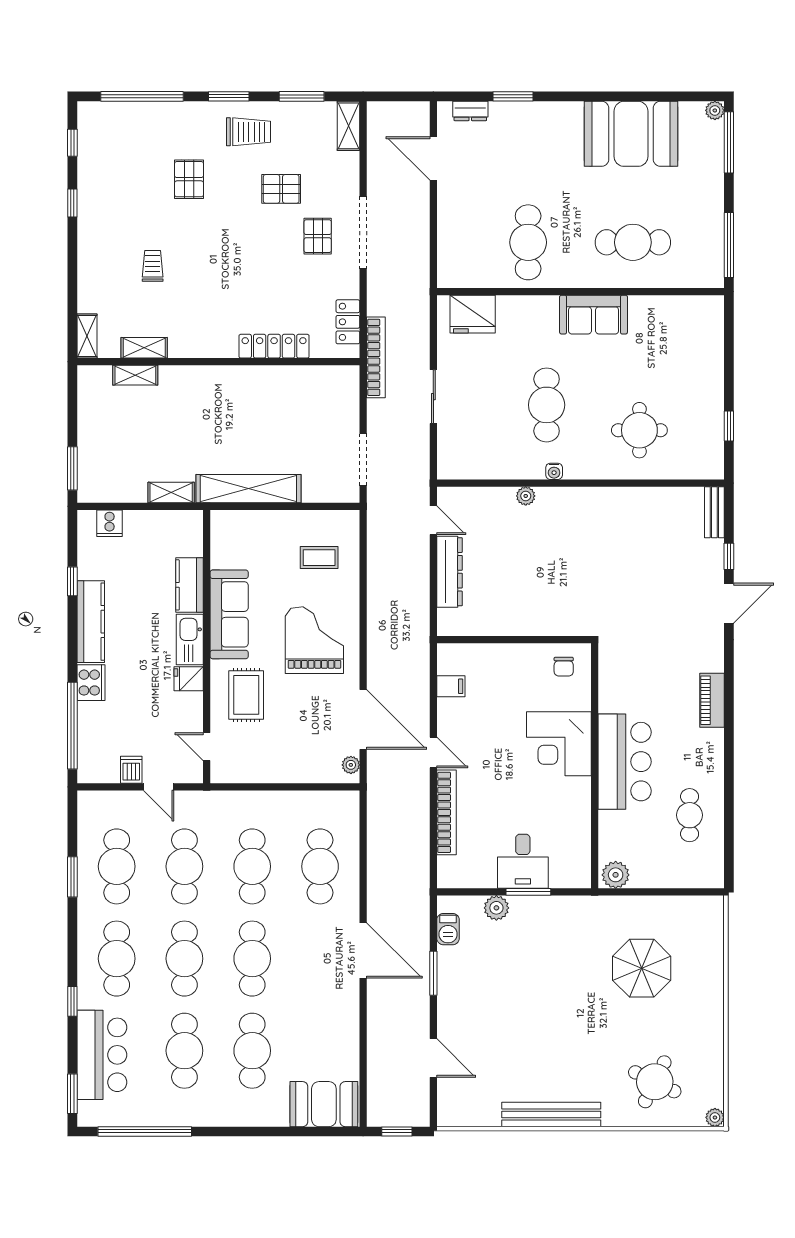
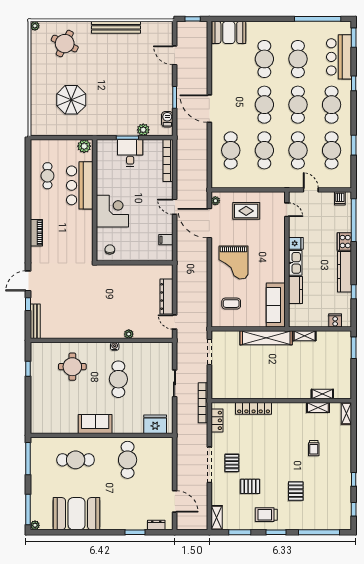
bench: (714, 512) -> (35, 321), width x1.36
sofa: (229, 614) -> (276, 305), moved
rug: (246, 695) -> (246, 211), moved, turned 90
bar counter: (625, 762) -> (80, 185), moved
dishwasher: (131, 770) -> (340, 198), moved
bookcase: (446, 812) -> (168, 161), moved

